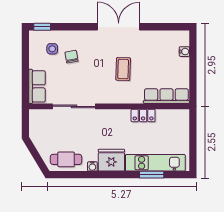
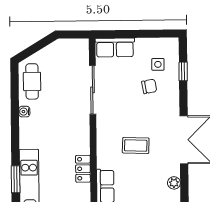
window: (42, 27) -> (183, 71), moved
plant: (156, 36) -> (174, 183), added
fridge: (111, 160) -> (32, 133), removed

